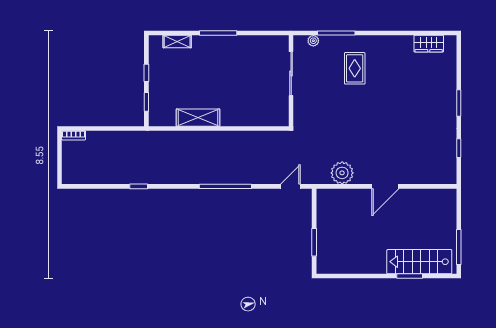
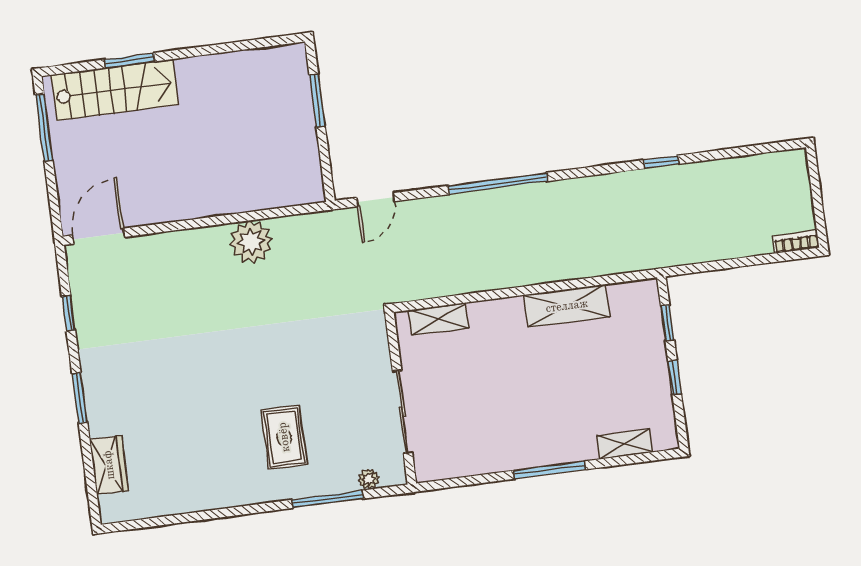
wardrobe: (429, 44) -> (109, 465), moved, turned 90
shelving: (266, 119) -> (439, 319), added
plant: (342, 173) -> (251, 242), moved
door: (385, 186) -> (98, 236), moved

